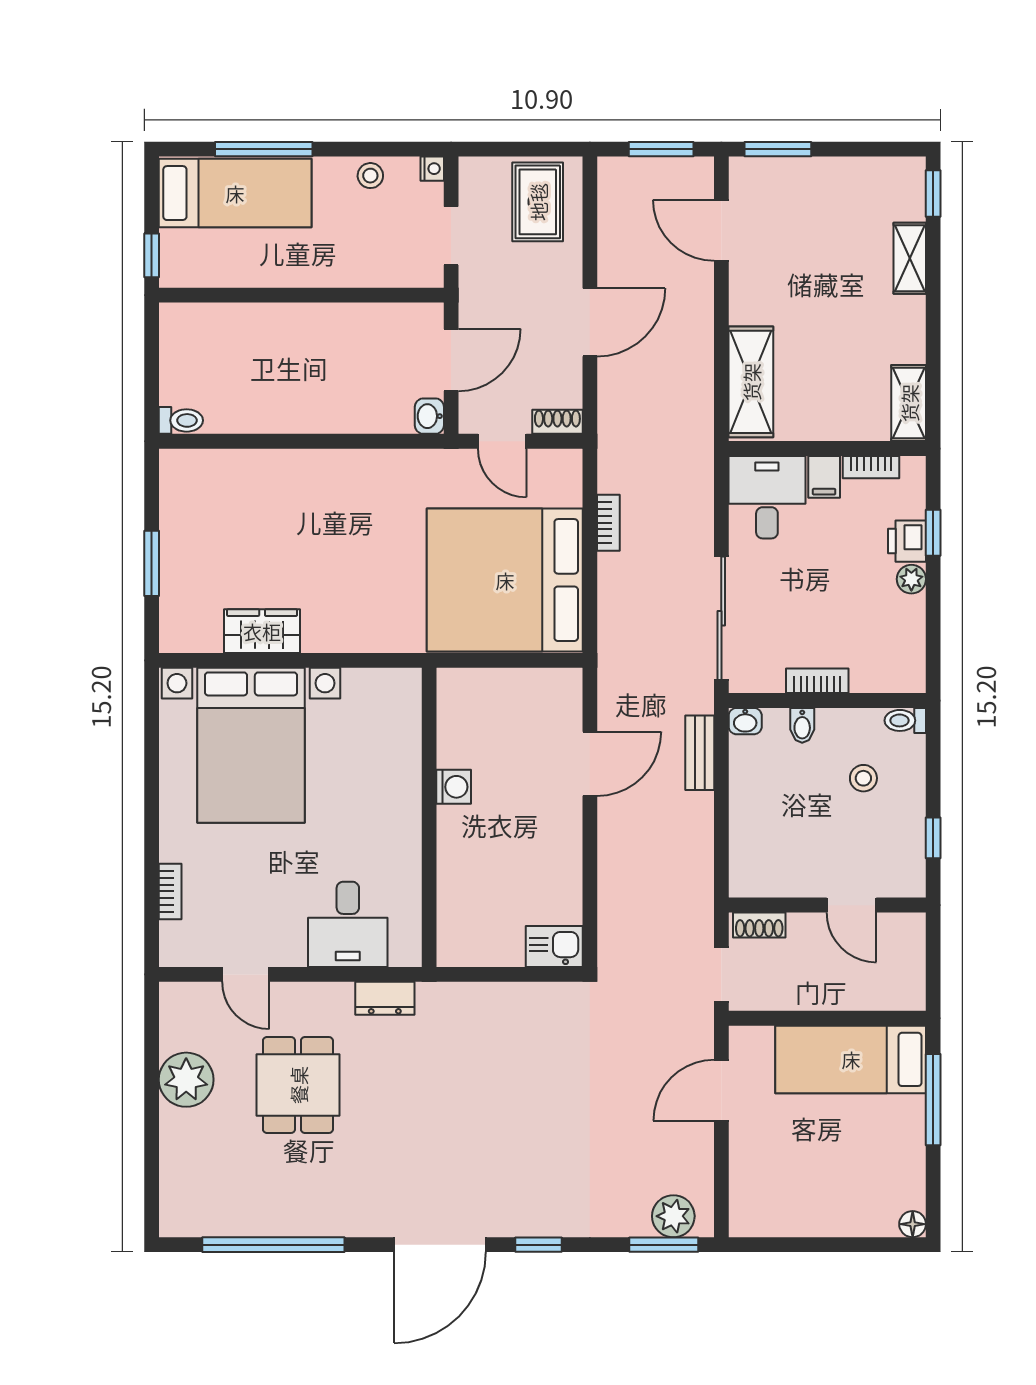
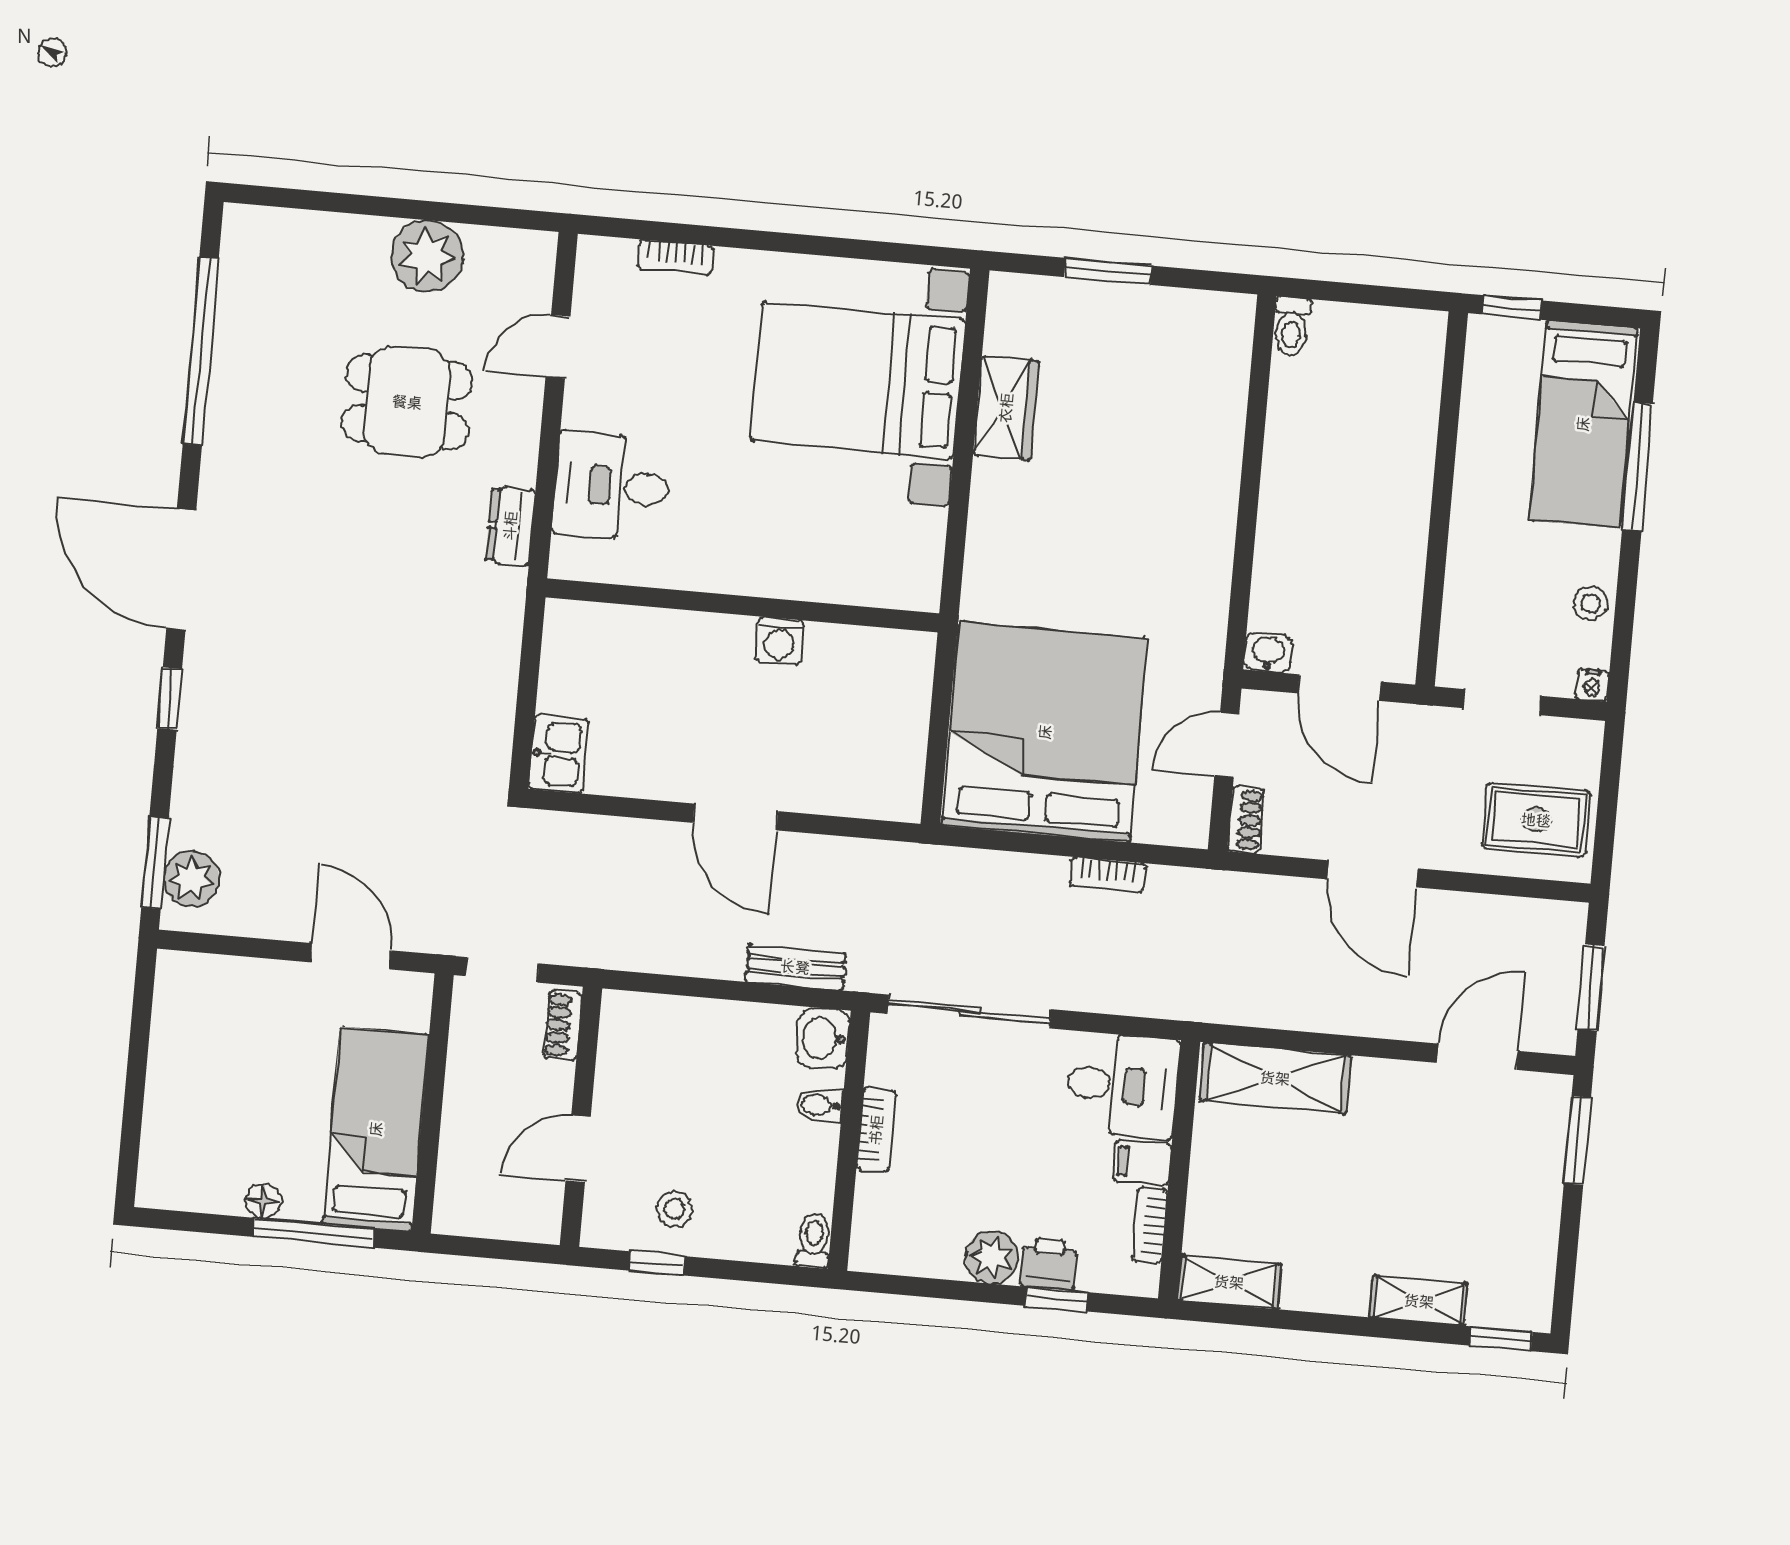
plant: (911, 579) -> (992, 1257), width x1.38, depth x1.38
washbasin: (745, 721) -> (823, 1038), width x1.38, depth x1.45
door: (590, 764) -> (736, 817), moved
stool: (863, 778) -> (675, 1209), moved
floor lamp: (913, 1224) -> (263, 1201), moved

